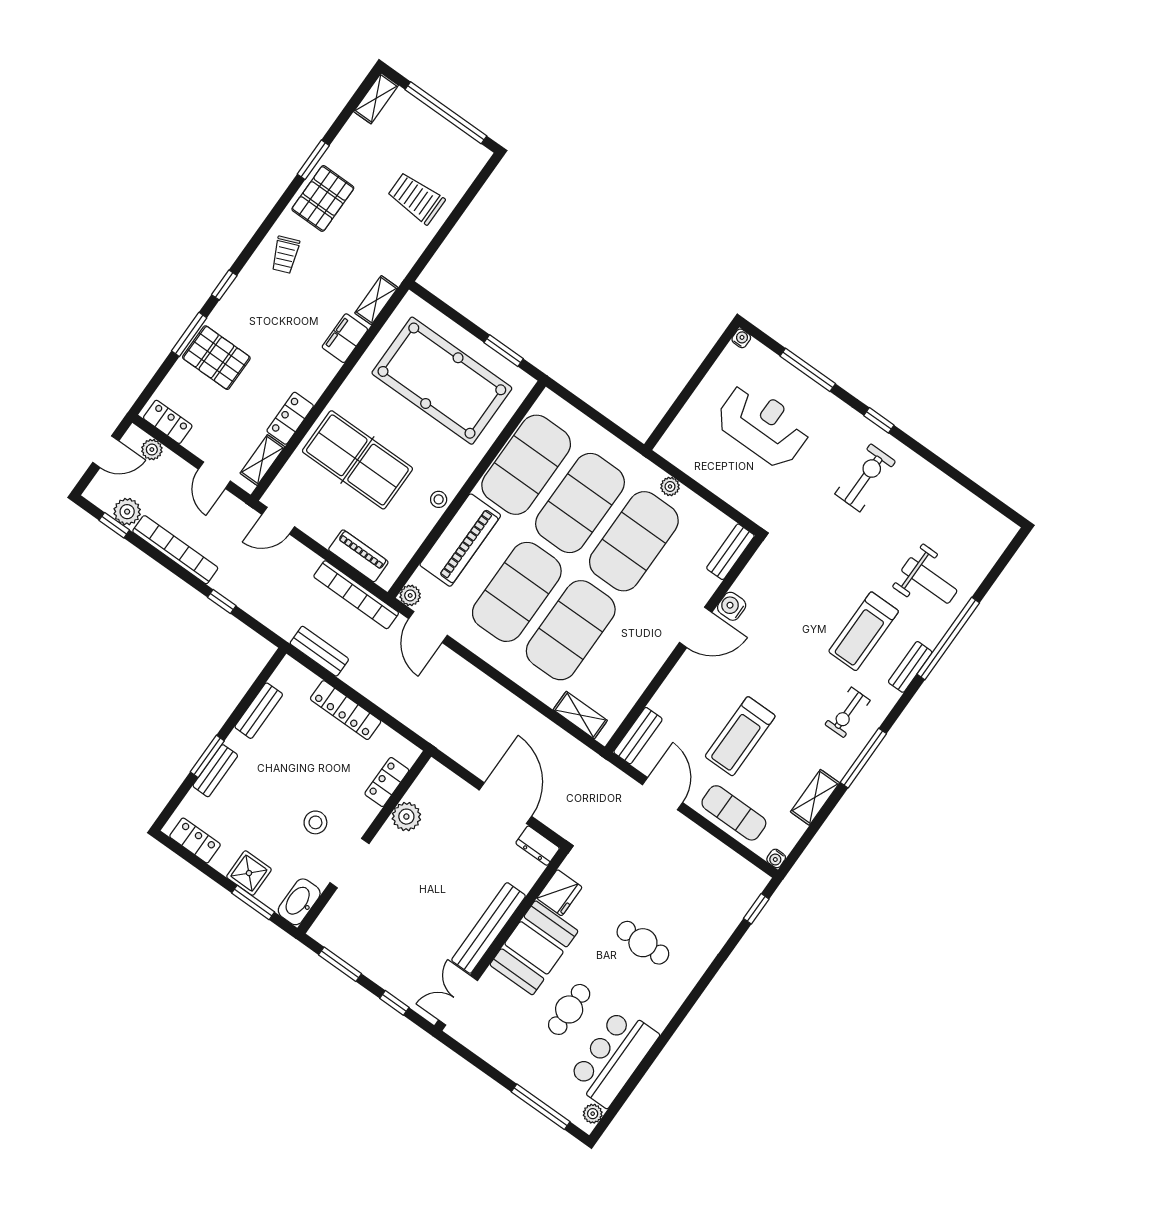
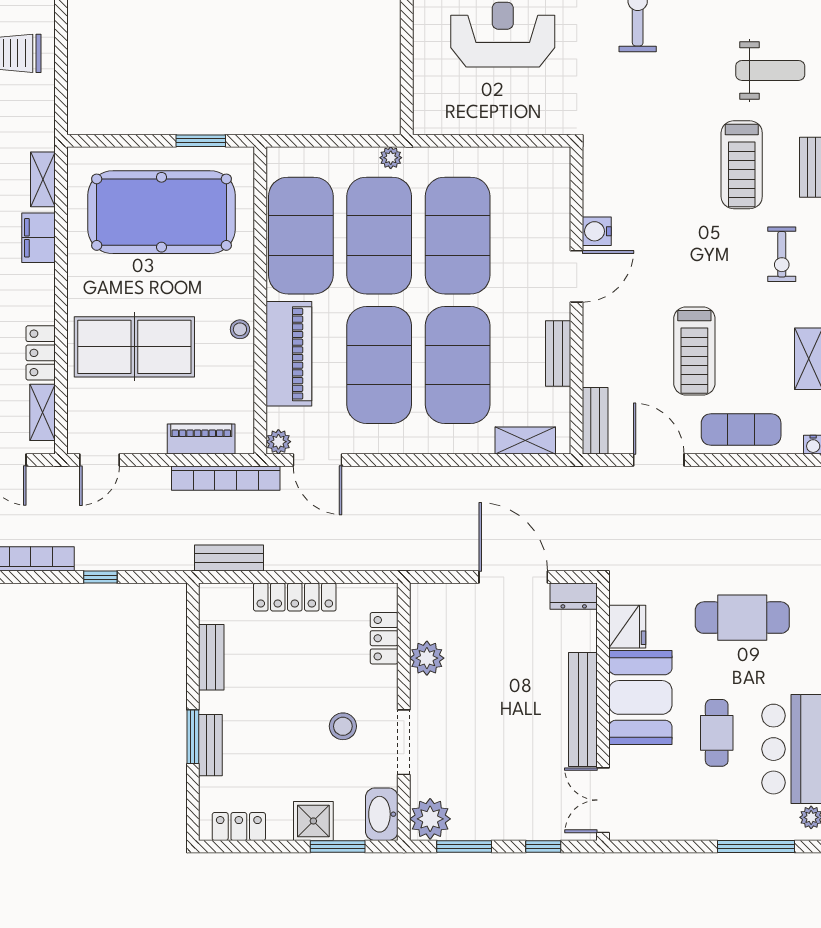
plant: (670, 486) -> (391, 158), moved
bench: (730, 552) -> (558, 354), moved
plant: (330, 929) -> (430, 819), added
cafe table: (643, 943) -> (742, 618), width x1.37, depth x1.35

